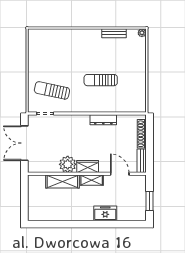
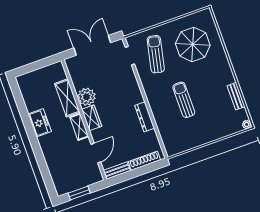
parasol: (55, 55) -> (193, 44), added
freezer: (105, 213) -> (40, 123), moved

